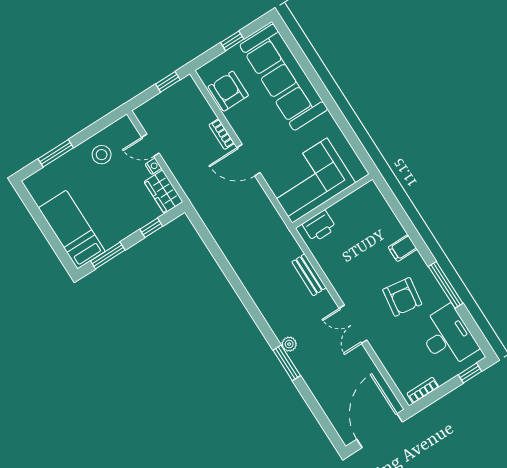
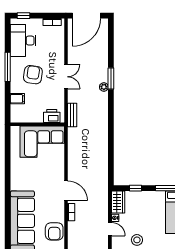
corner sofa: (309, 181) -> (42, 142), moved
wall: (332, 201) -> (37, 124), moved
printer: (319, 226) -> (52, 116), moved

